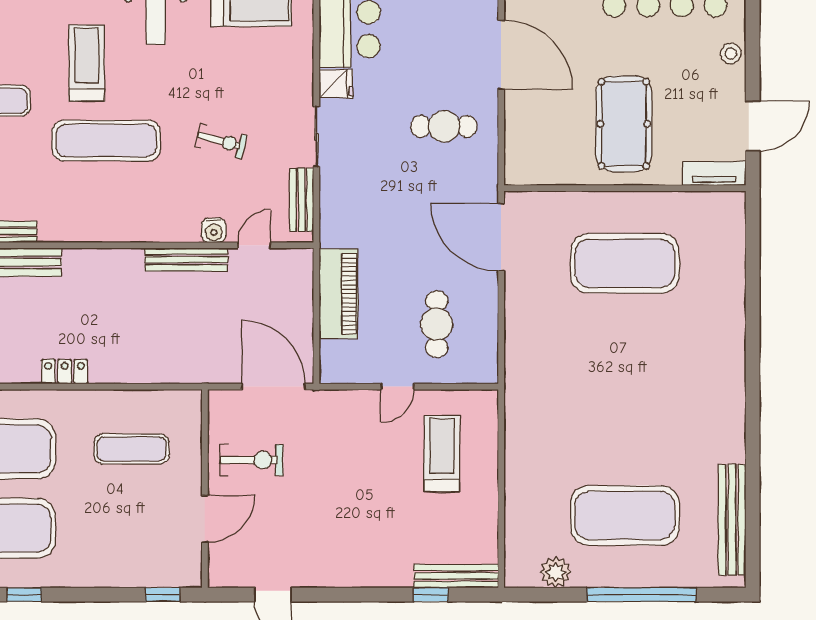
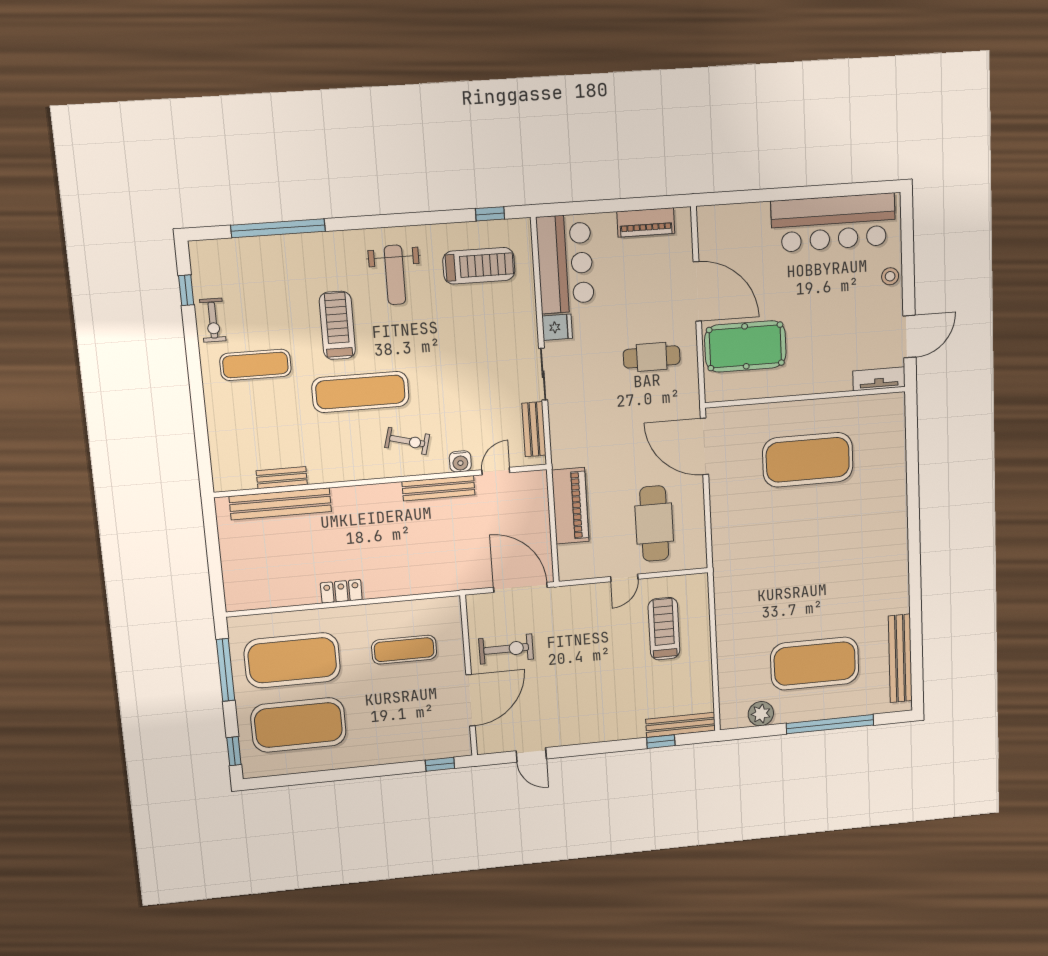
pool table: (624, 124) -> (745, 346), moved, turned 90
exercise bike: (221, 141) -> (407, 441), moved
cafe table: (437, 324) -> (654, 524), width x1.37, depth x1.35
door: (205, 519) -> (471, 700), width x1.36
window: (24, 595) -> (323, 776), removed

